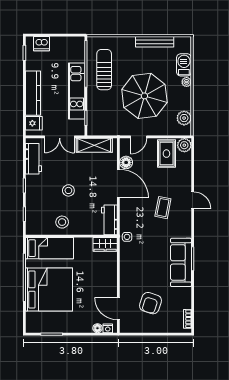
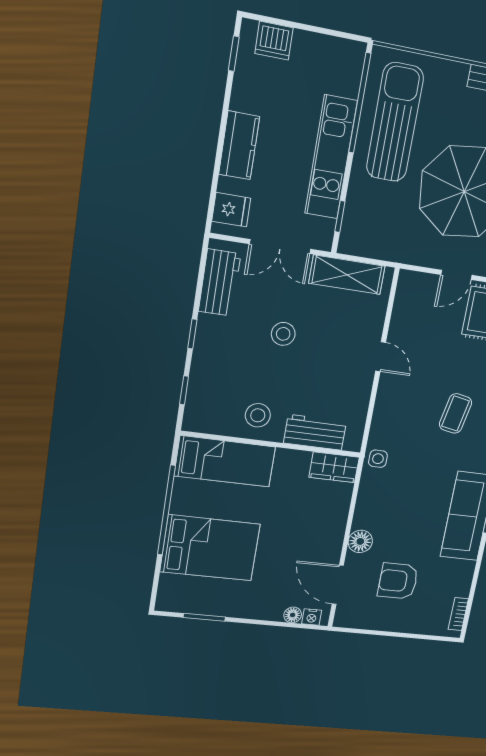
sun lounger: (104, 70) -> (395, 122), width x1.36, depth x1.34
kitchen counter: (33, 93) -> (239, 145), width x0.67
door: (139, 137) -> (456, 275), moved
floor lamp: (126, 162) -> (360, 541), moved
door: (118, 184) -> (381, 357), width x0.53
stool: (68, 190) -> (283, 334), moved
workbench: (109, 220) -> (315, 432), moved, turned 90
bed: (49, 290) -> (210, 548), width x0.73
armchair: (150, 303) -> (398, 581), turned 72

